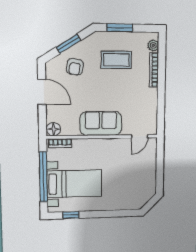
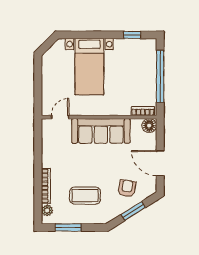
window: (120, 28) -> (68, 227), moved
sofa: (101, 124) -> (101, 131), width x1.36
bed with nightstands: (74, 184) -> (89, 67), moved, turned -90

